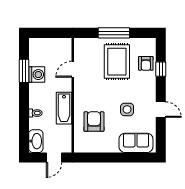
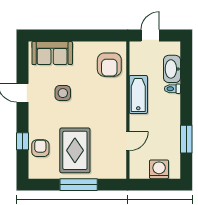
washing machine: (37, 75) -> (159, 169), moved, turned 90
armchair: (94, 122) -> (109, 65), moved
washbasin: (36, 141) -> (172, 69), moved

